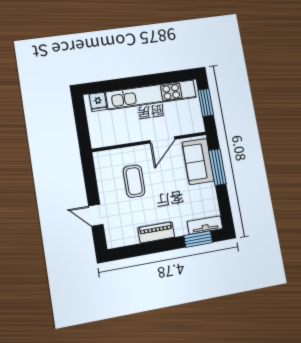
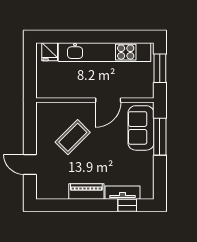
coffee table: (134, 181) -> (73, 137), turned 45
tv unit: (205, 225) -> (123, 193), moved
window: (198, 239) -> (127, 205), width x0.67

